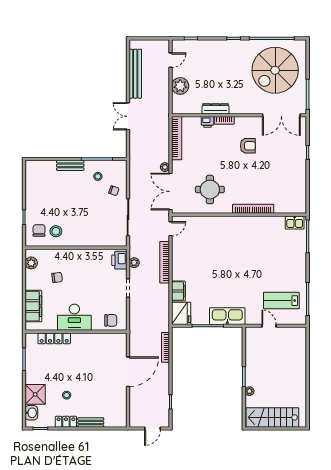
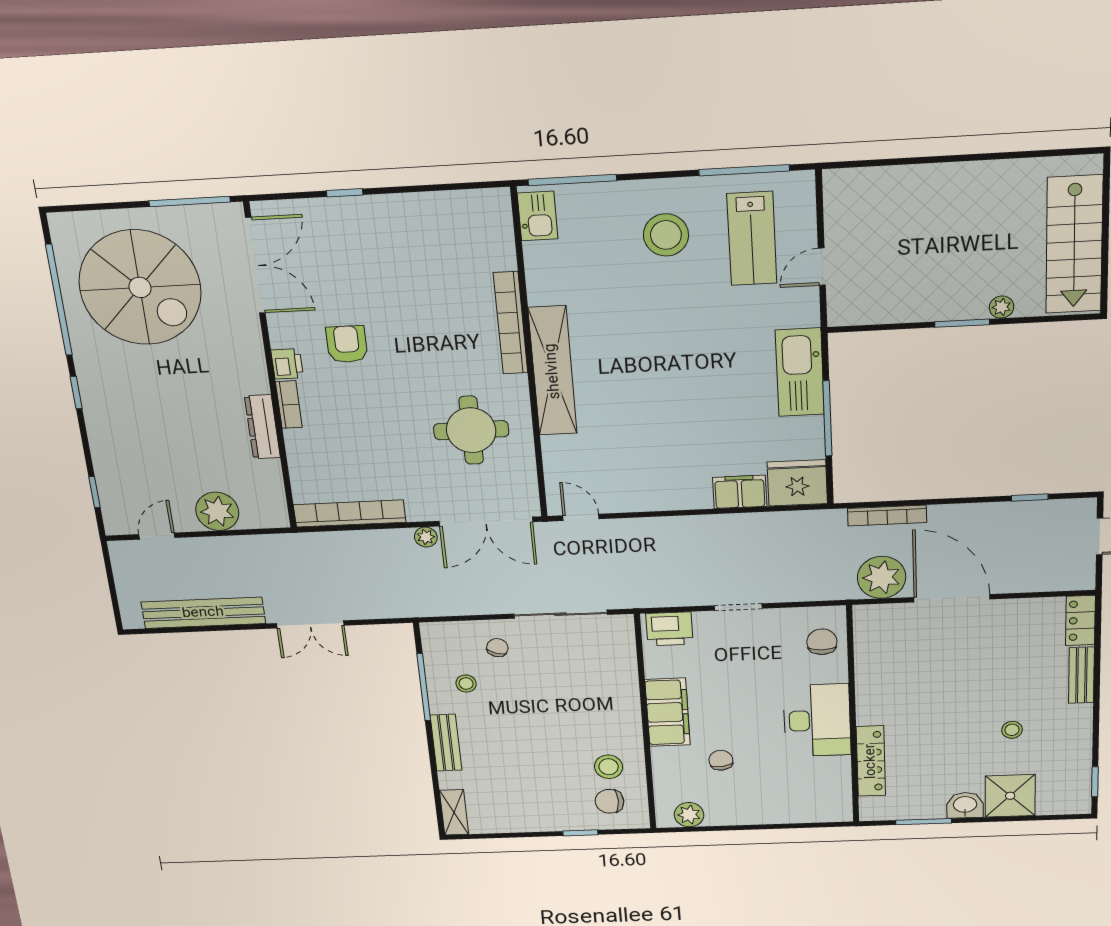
door: (171, 60) -> (157, 536), hinge flipped
printer: (207, 122) -> (287, 364), moved
shelving: (36, 165) -> (454, 812), added
shelving: (233, 223) -> (553, 371), added
bookcase: (165, 262) -> (667, 527), removed
plant: (134, 263) -> (882, 577), moved, width x1.87, depth x1.87
stool: (285, 269) -> (666, 235), added
filing cabinet: (33, 306) -> (668, 712), moved, turned 90
washbasin: (31, 413) -> (965, 805), moved
locker: (66, 422) -> (1080, 621), moved

